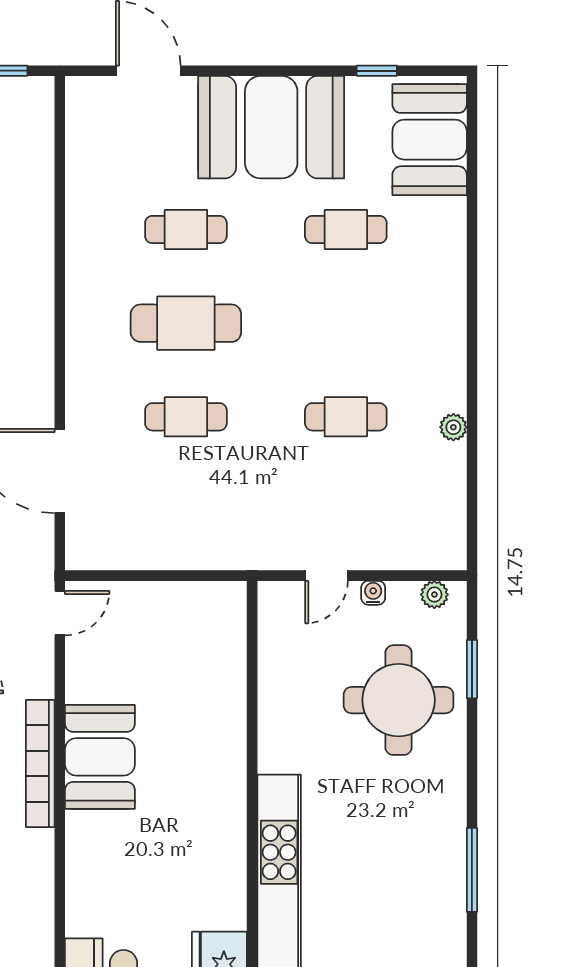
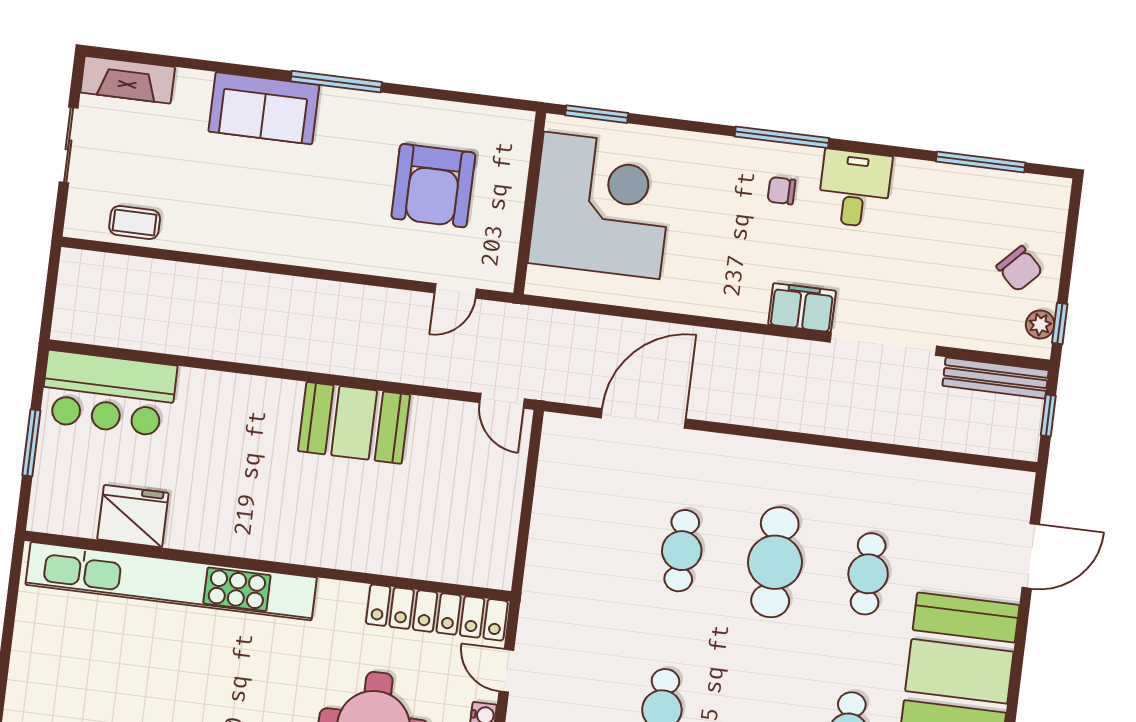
locker: (277, 652) -> (437, 612), added
bookcase: (40, 763) -> (355, 363), removed

